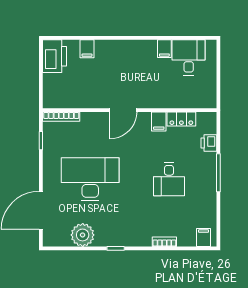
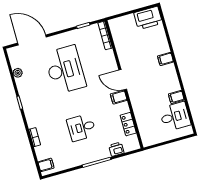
filing cabinet: (87, 49) -> (165, 59), moved
filing cabinet: (159, 121) -> (119, 97), moved
plant: (83, 235) -> (18, 73), width x0.53, depth x0.53

